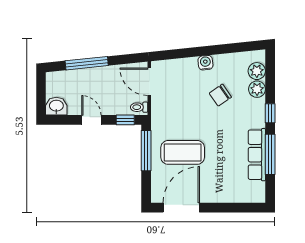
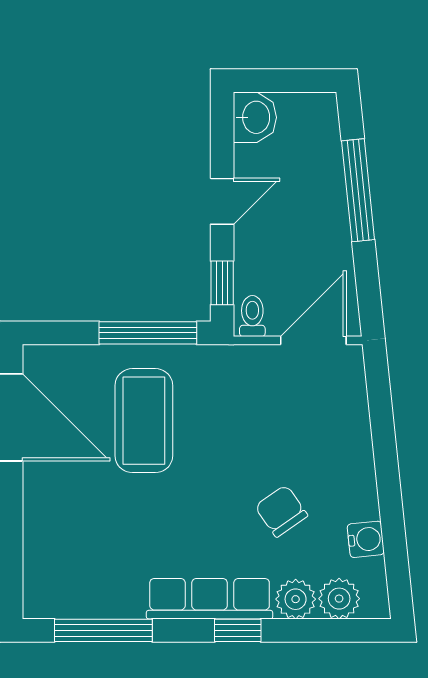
water cooler: (205, 63) -> (366, 539), moved
window: (270, 154) -> (103, 630), moved
row of seats: (257, 155) -> (210, 599), moved

